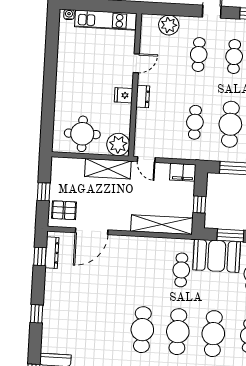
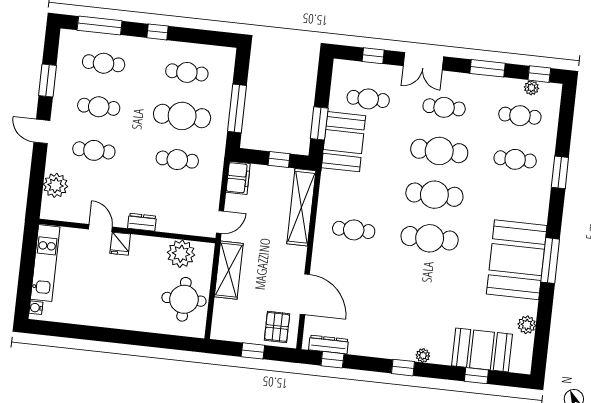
fridge: (124, 95) -> (120, 244), moved
plant: (118, 145) -> (181, 254), moved
cafe table: (181, 270) -> (354, 230), moved
plant: (47, 329) -> (423, 355), added

